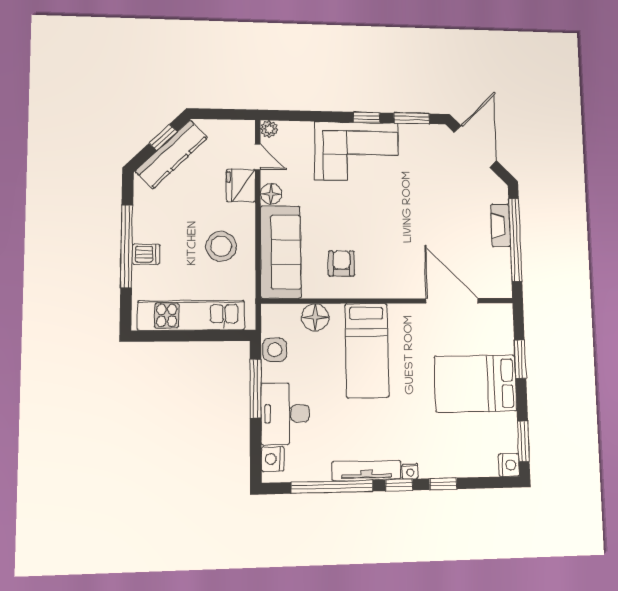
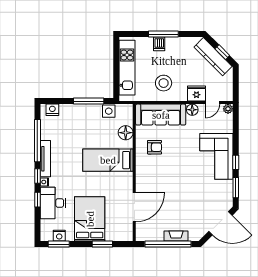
window: (127, 246) -> (163, 34), width x0.68
desk: (285, 414) -> (53, 203), moved, turned -90
nightstand: (509, 465) -> (59, 236), moved

